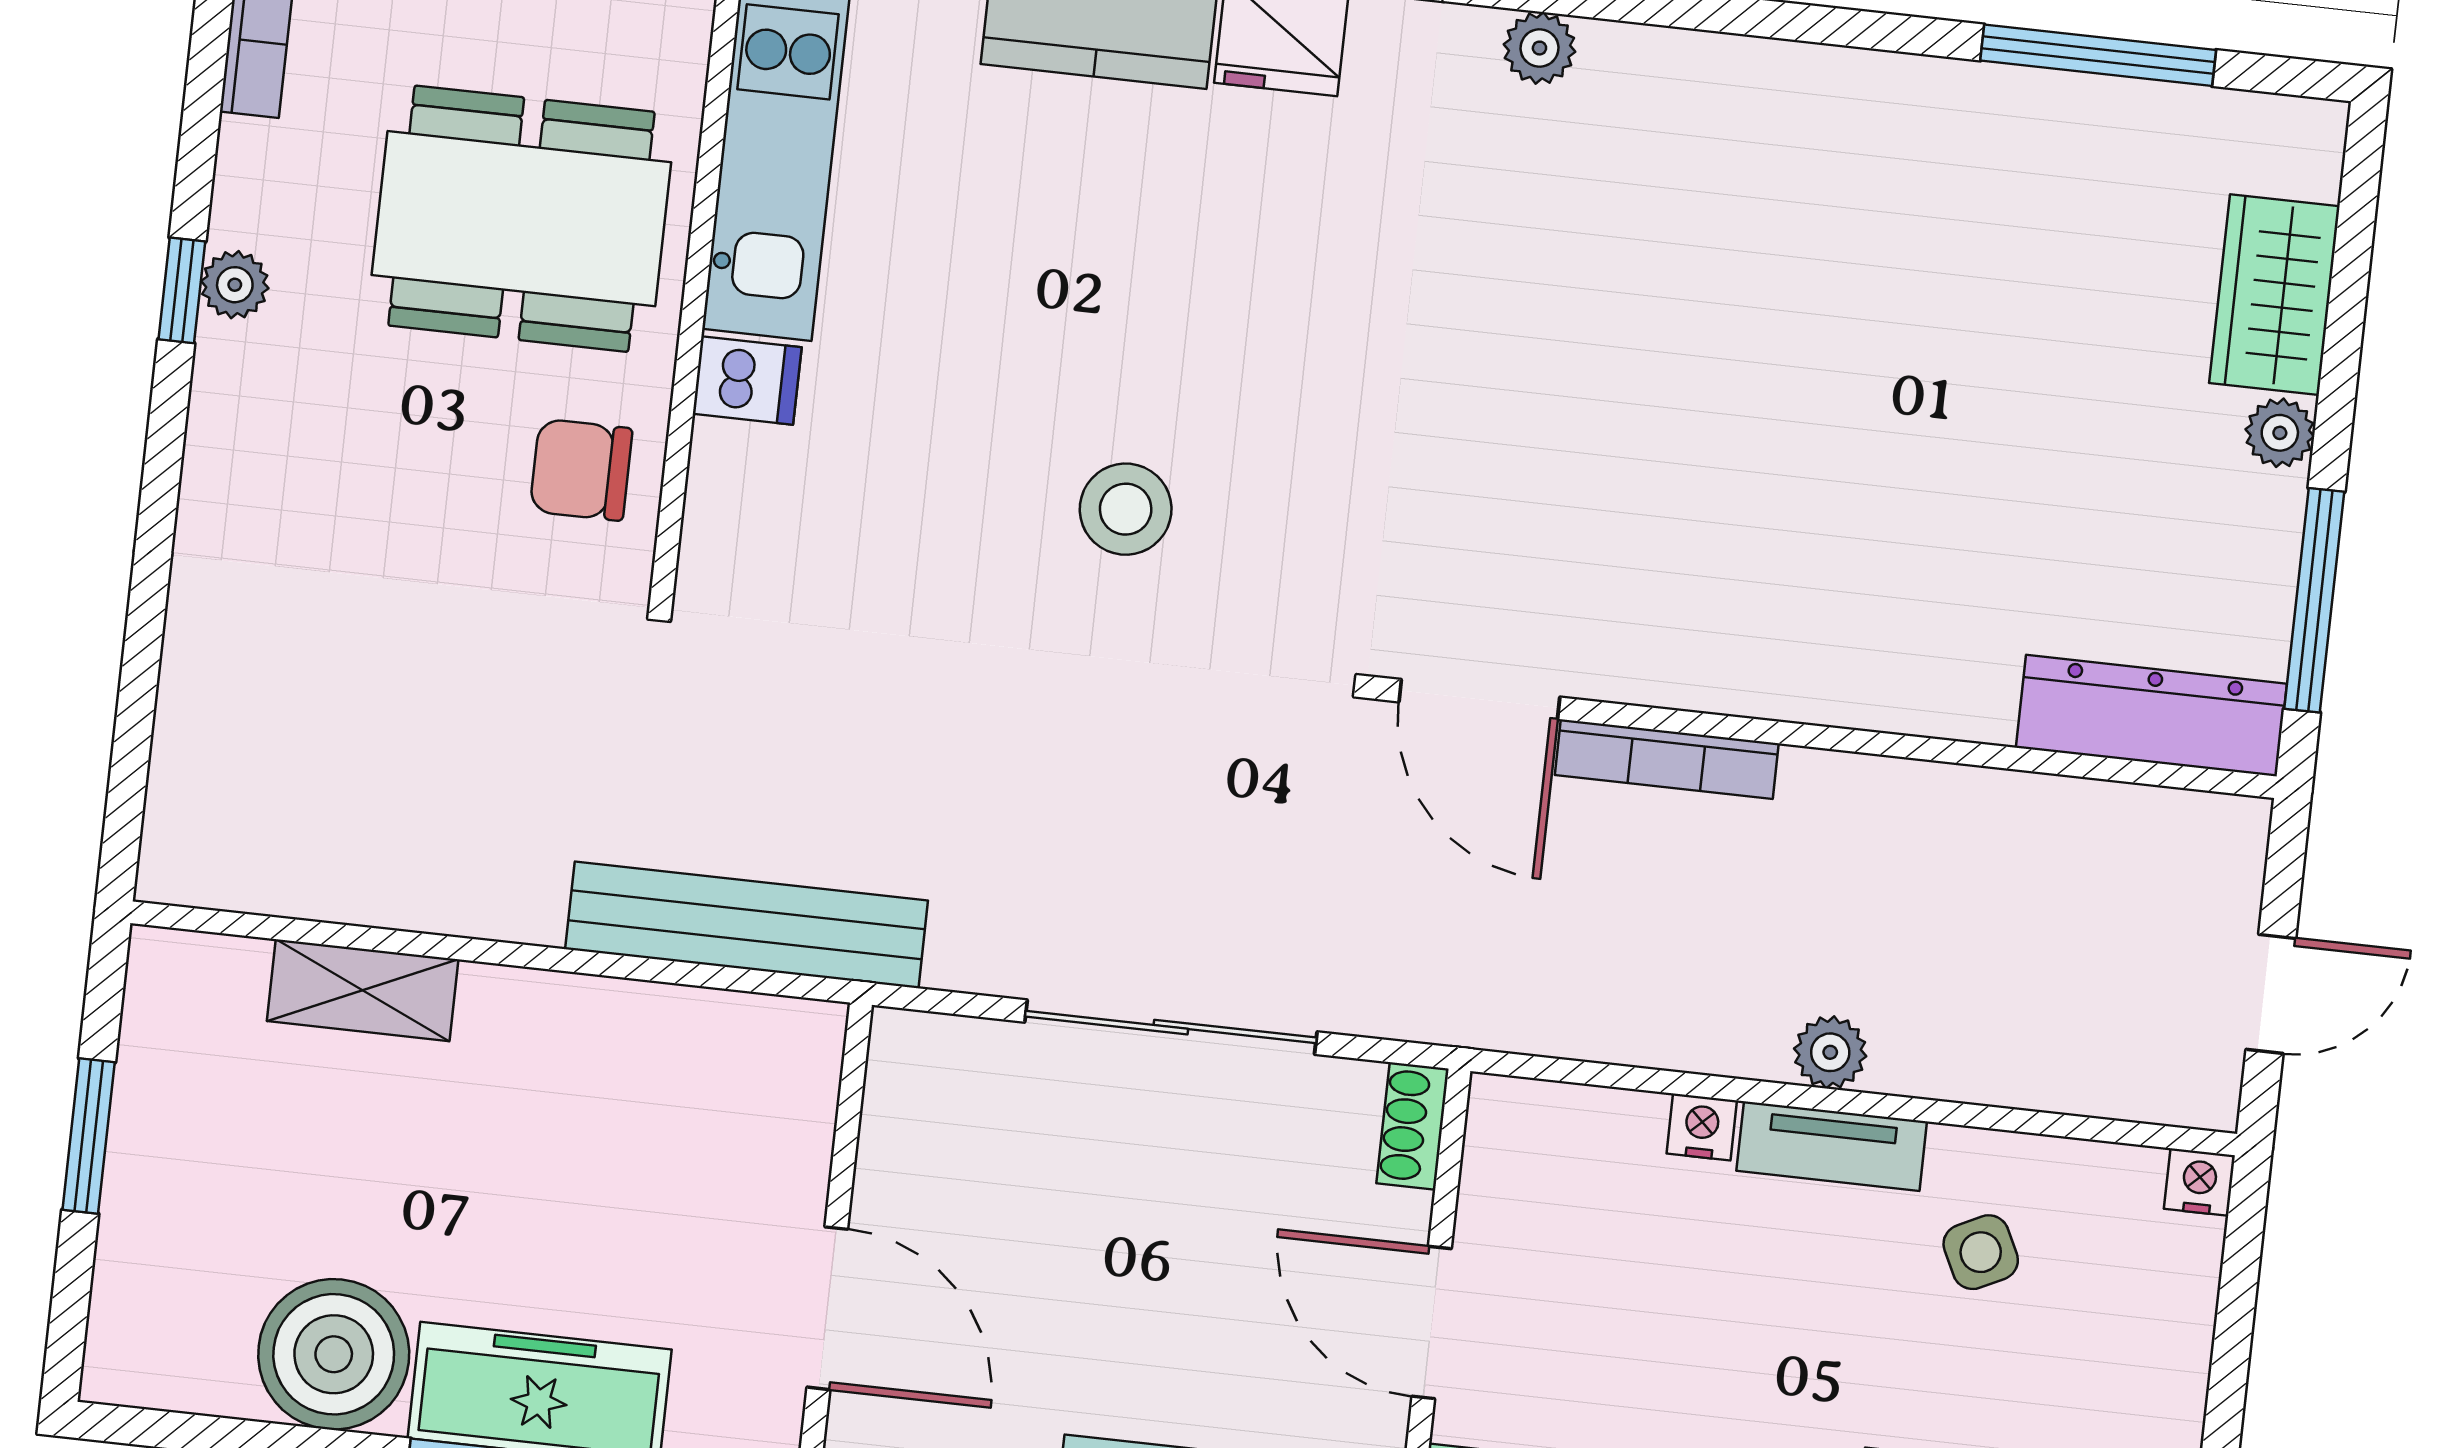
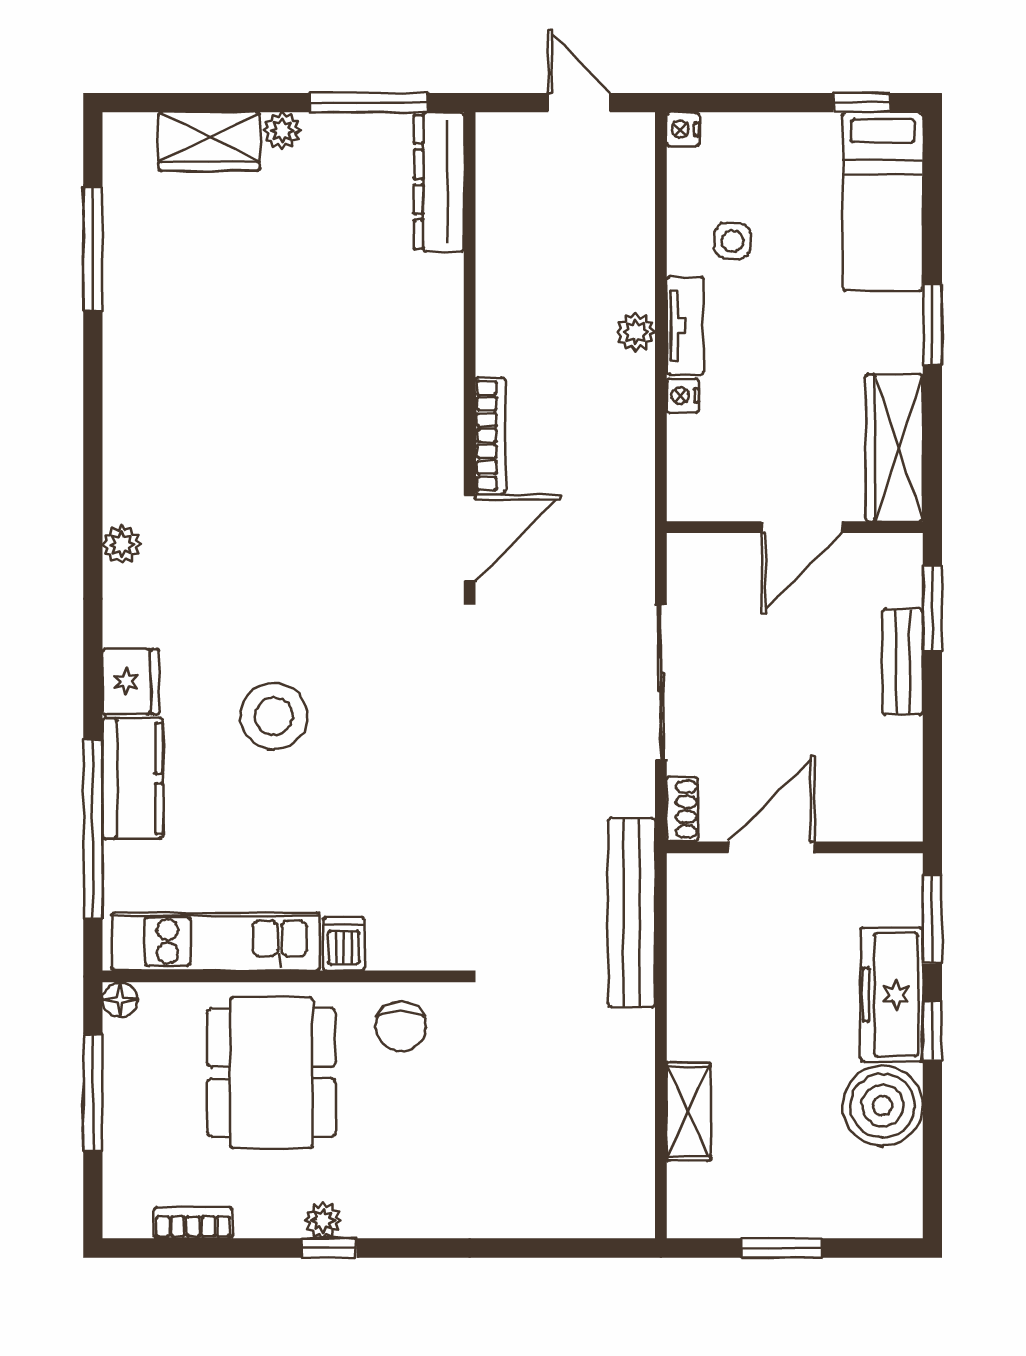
stool: (1126, 509) -> (274, 716), moved, width x1.38, depth x1.38
shoe rack: (1413, 1126) -> (682, 809), moved, turned -90
side table: (1981, 1252) -> (733, 241), turned 30
door: (827, 1308) -> (771, 847), moved

